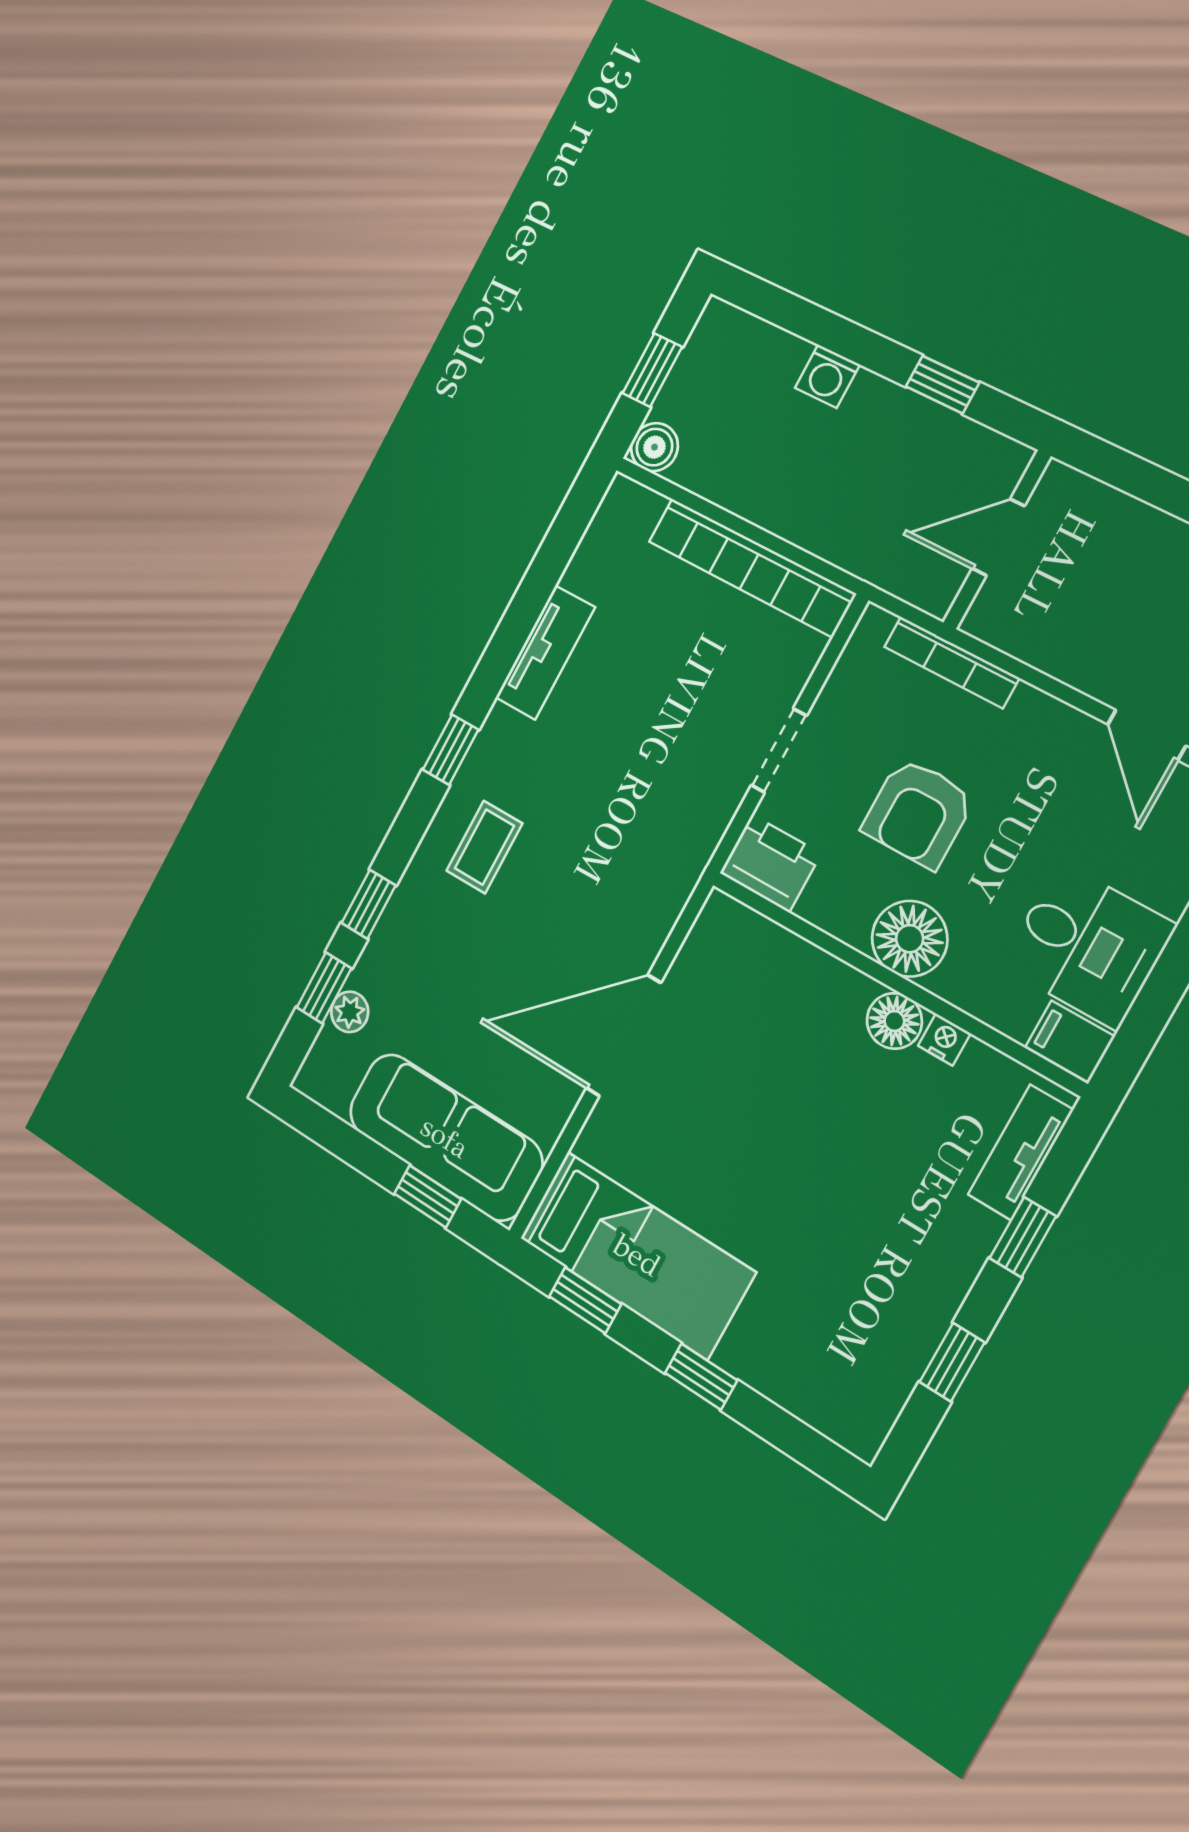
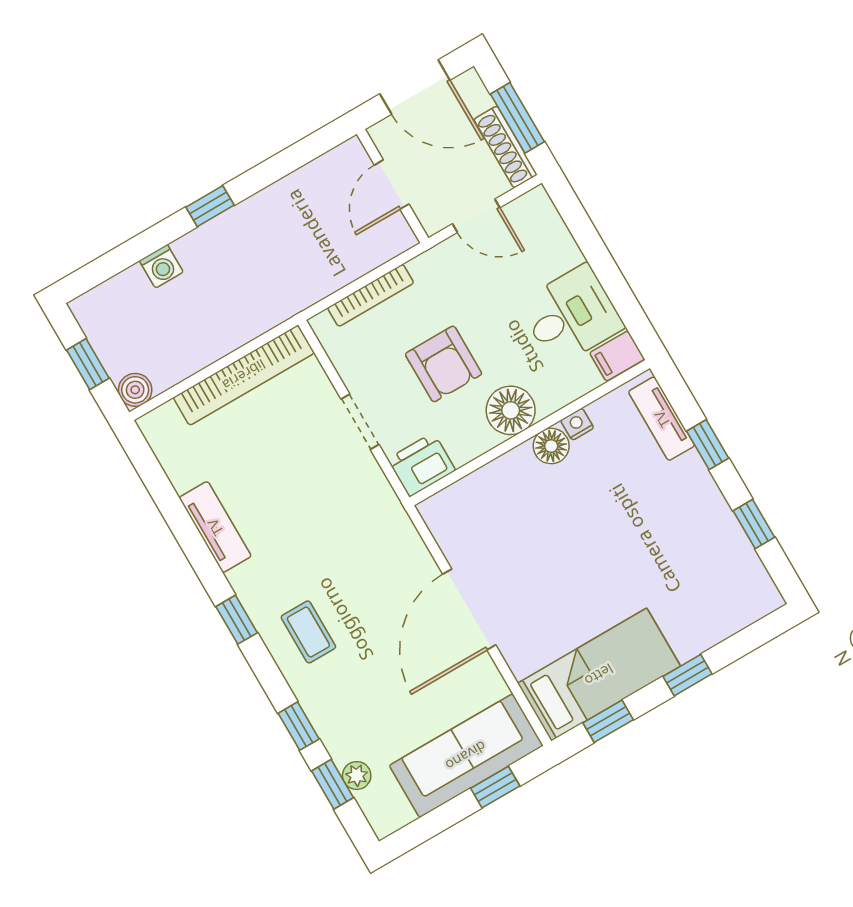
door: (998, 537) -> (392, 185), moved
wall: (997, 540) -> (393, 186), moved

